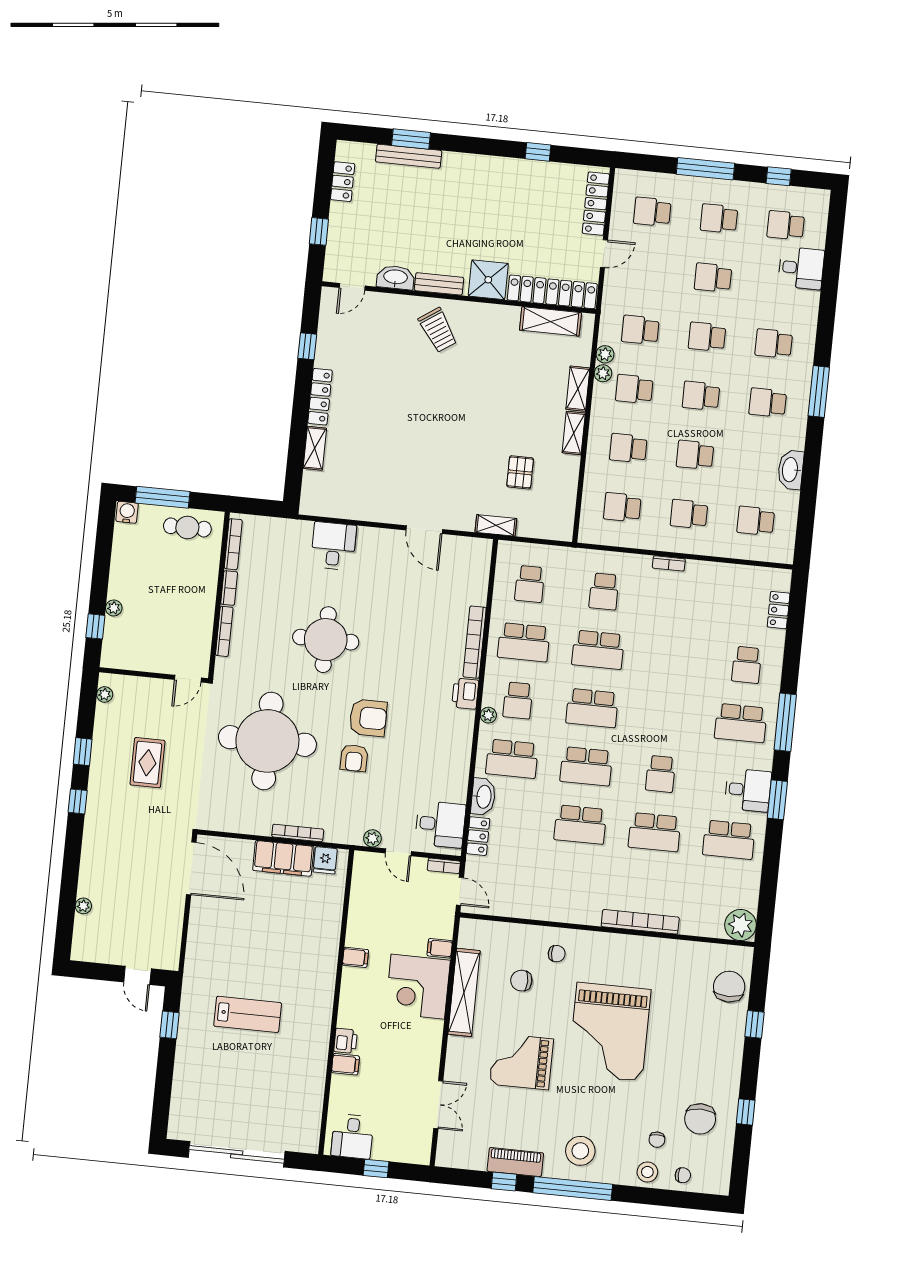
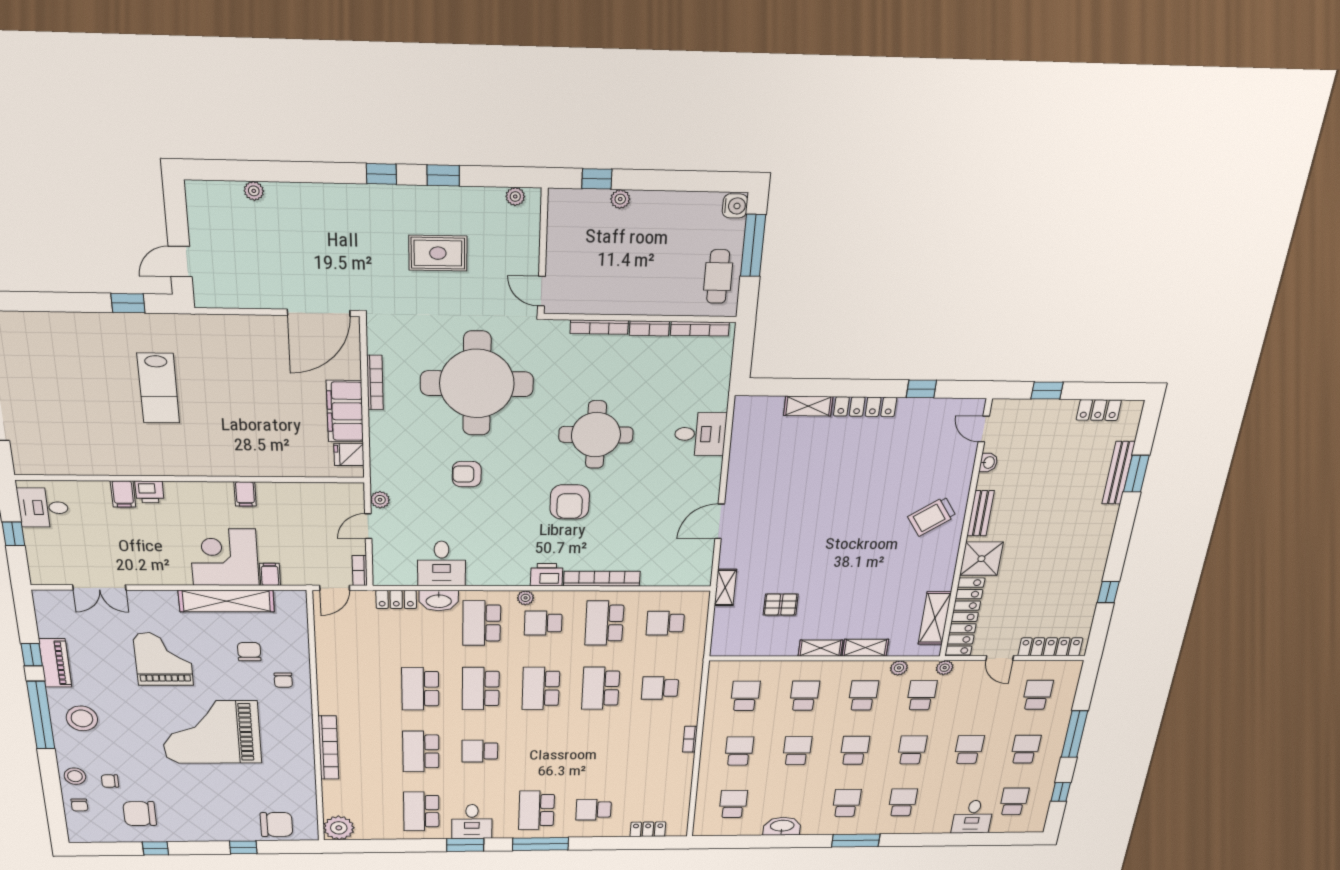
washbasin: (396, 277) -> (988, 463), width x0.52, depth x0.69
plant: (603, 373) -> (945, 668), moved
armchair: (368, 718) -> (570, 502), moved
desk: (440, 824) -> (442, 564), moved
bookcase: (298, 833) -> (375, 382), moved

